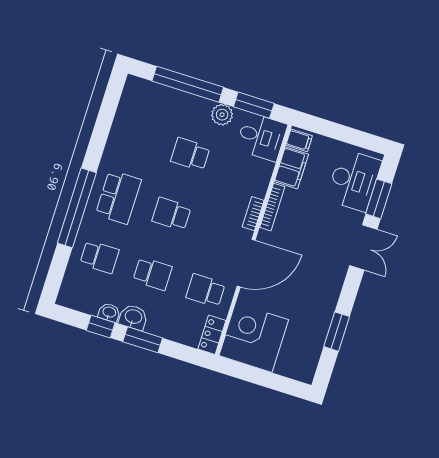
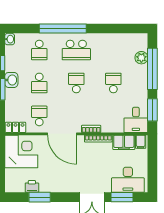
plant: (222, 115) -> (141, 58), moved
washbasin: (109, 312) -> (10, 39), moved
printer: (315, 338) -> (32, 186), added

